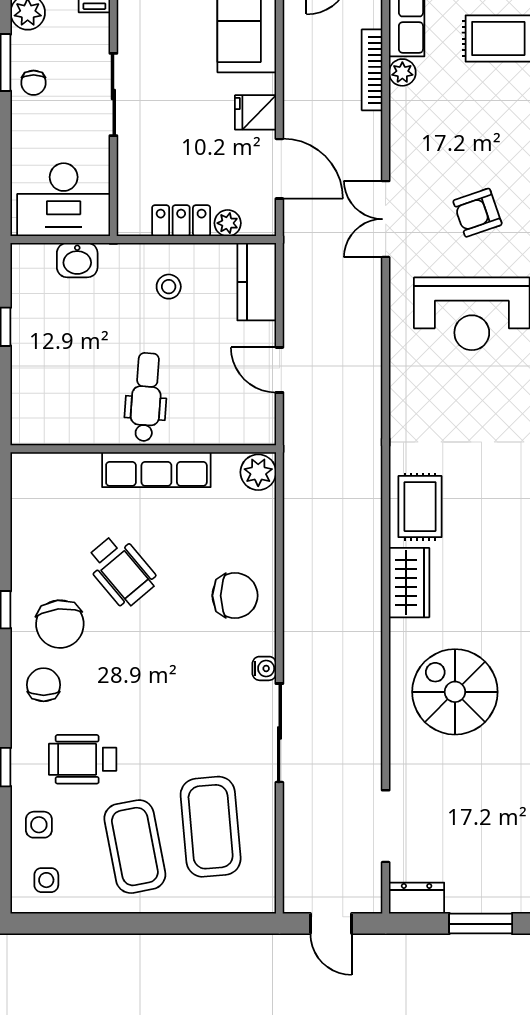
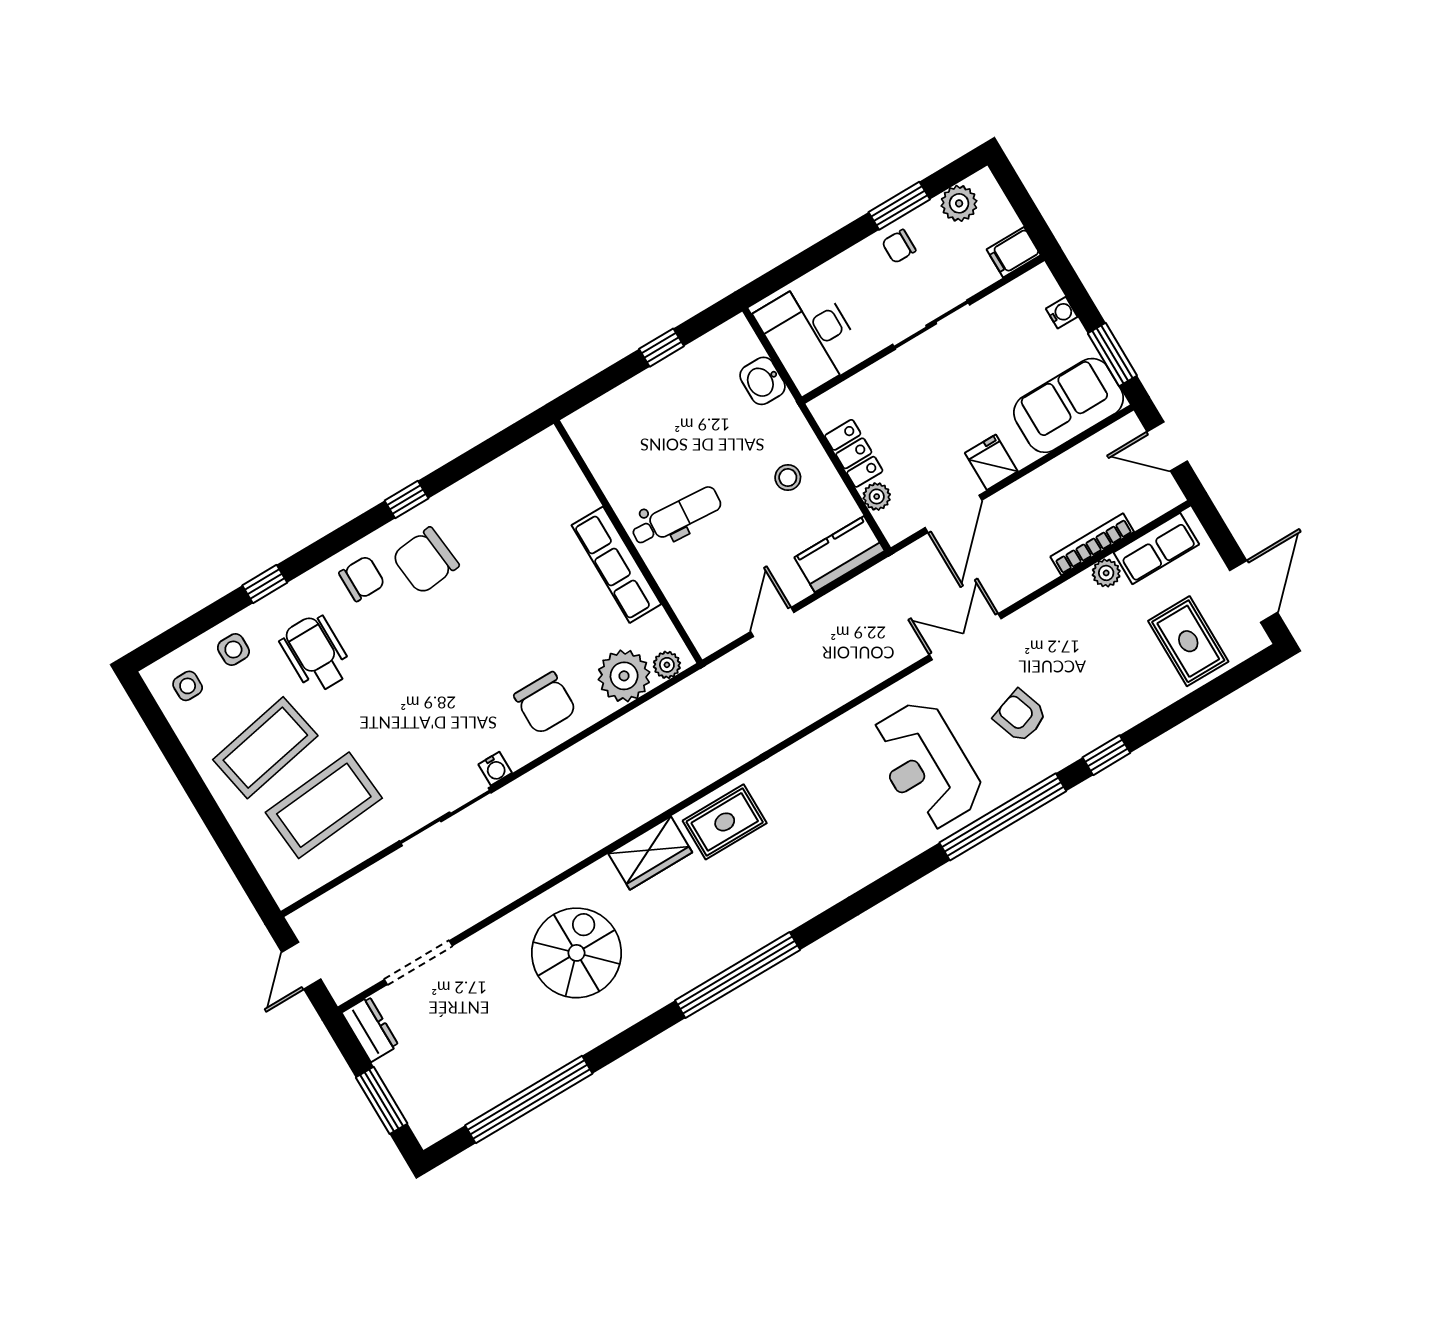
plant: (258, 472) -> (667, 665), width x0.73, depth x0.73
plant: (251, 518) -> (624, 676), added
wheelchair: (121, 571) -> (506, 587), removed

